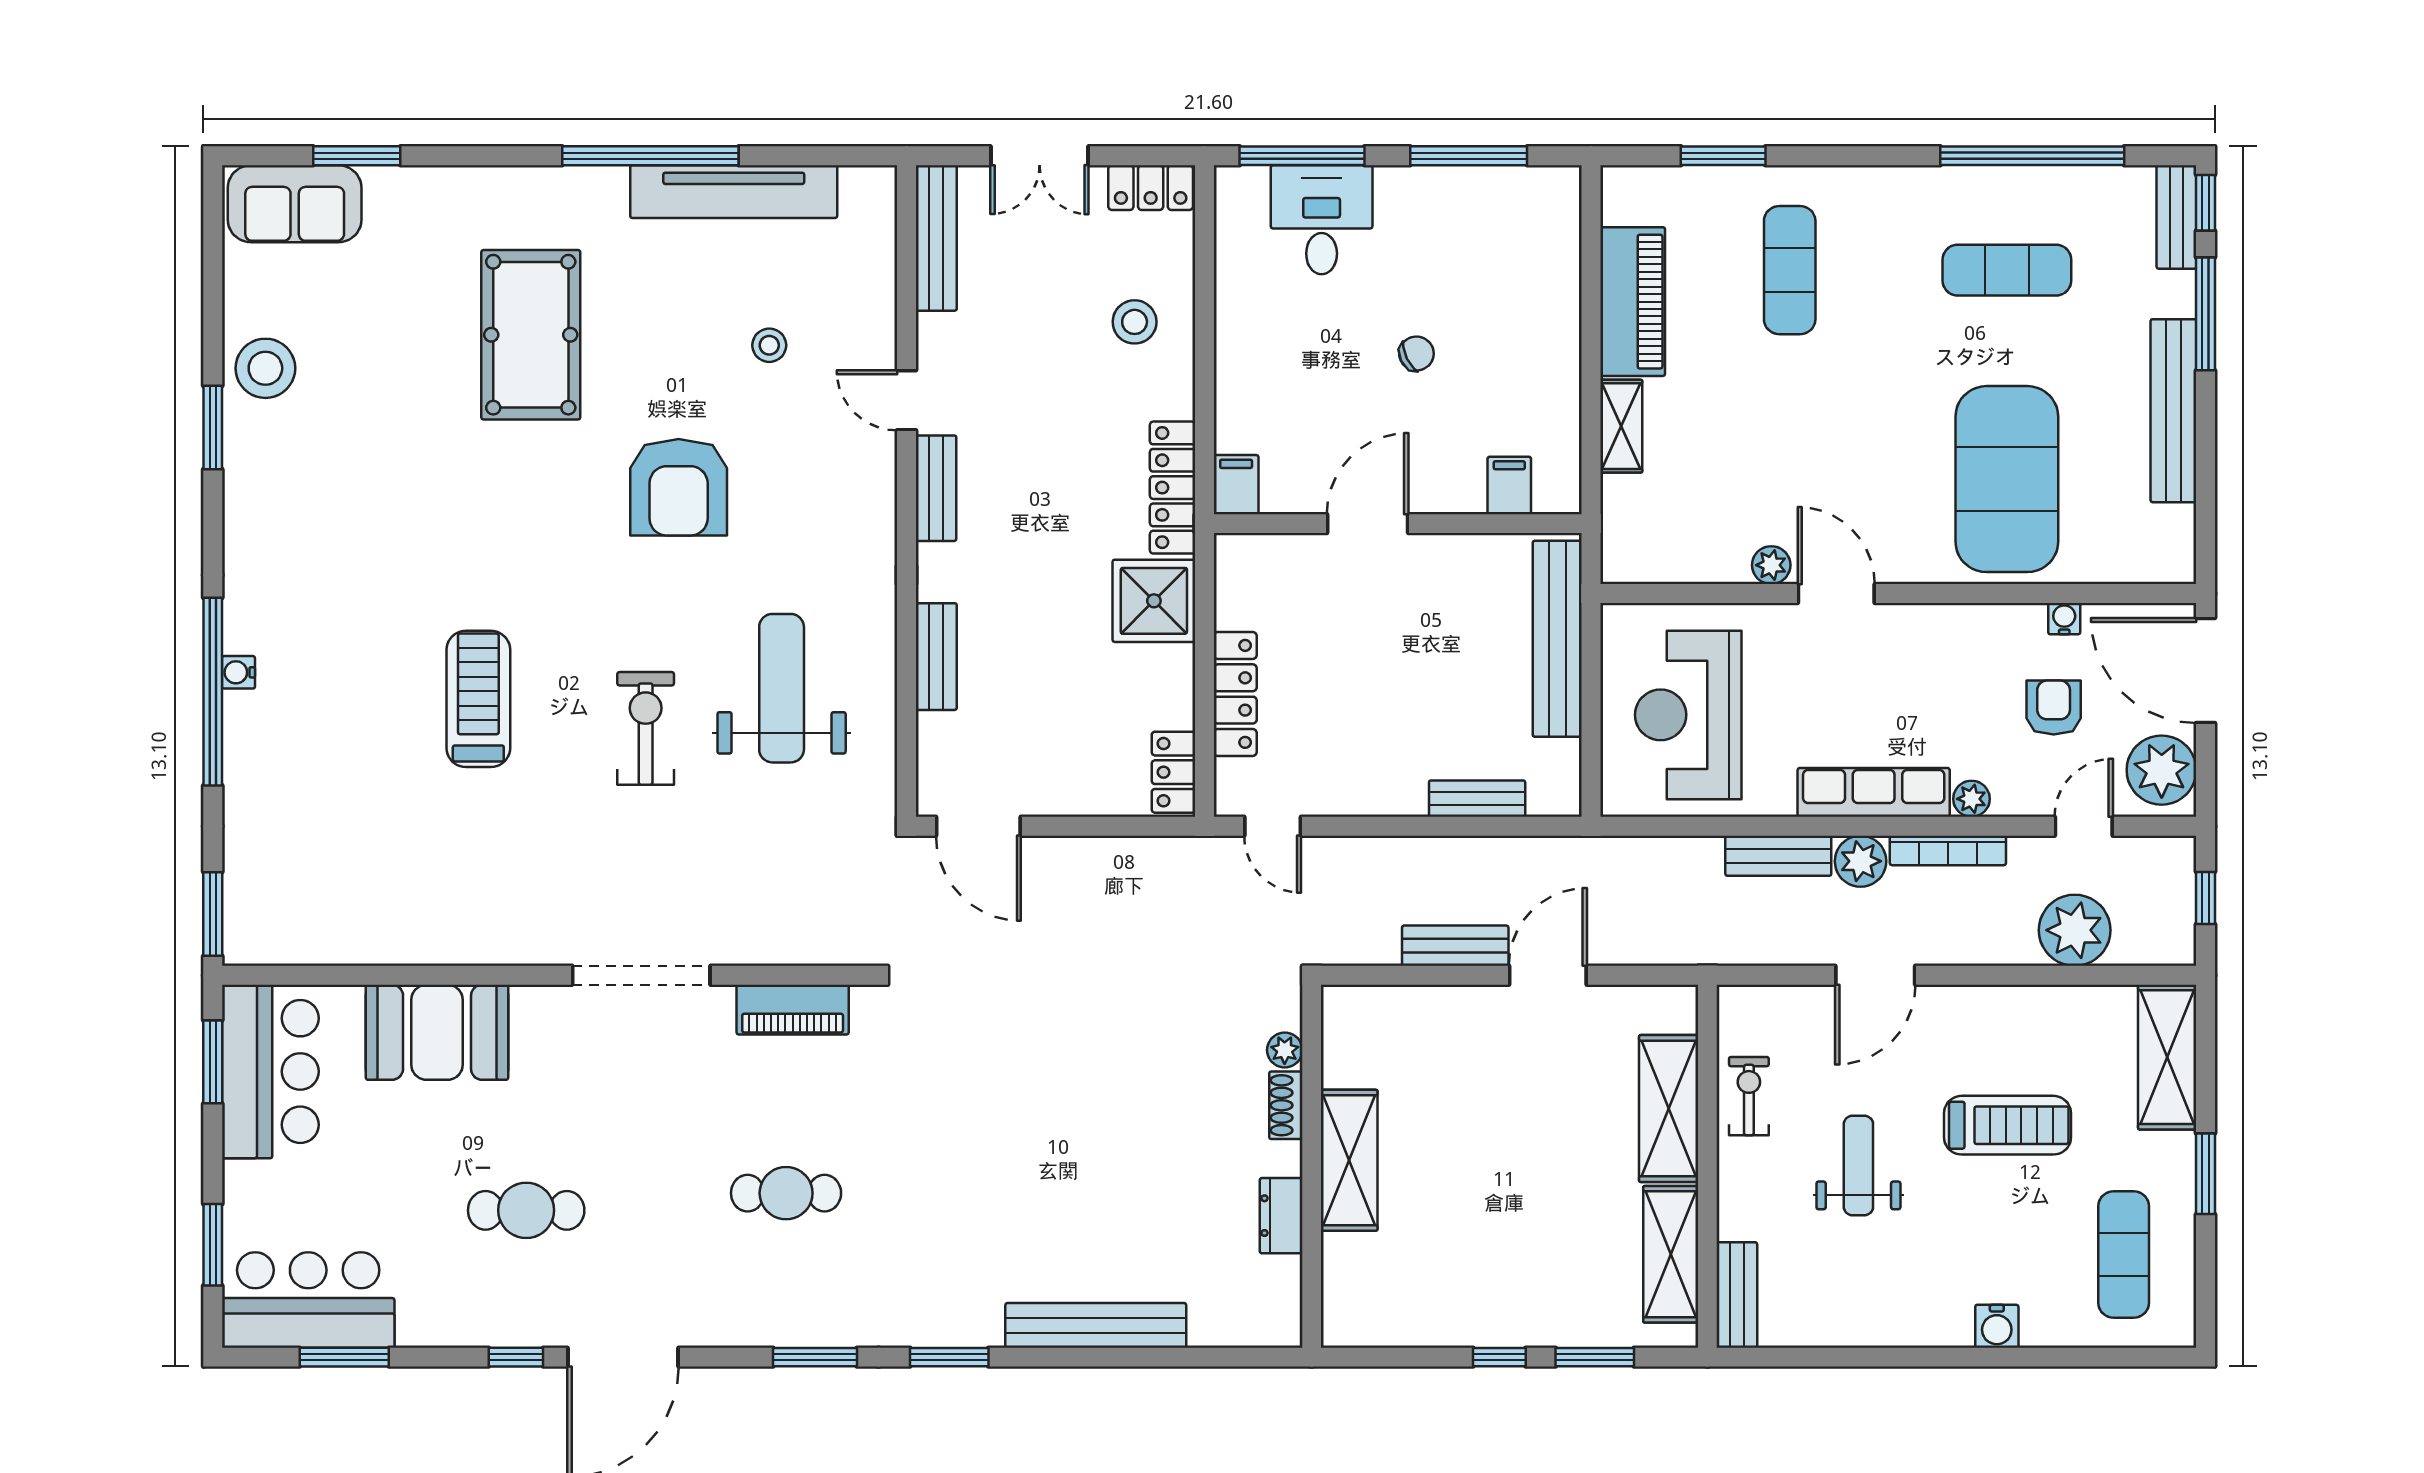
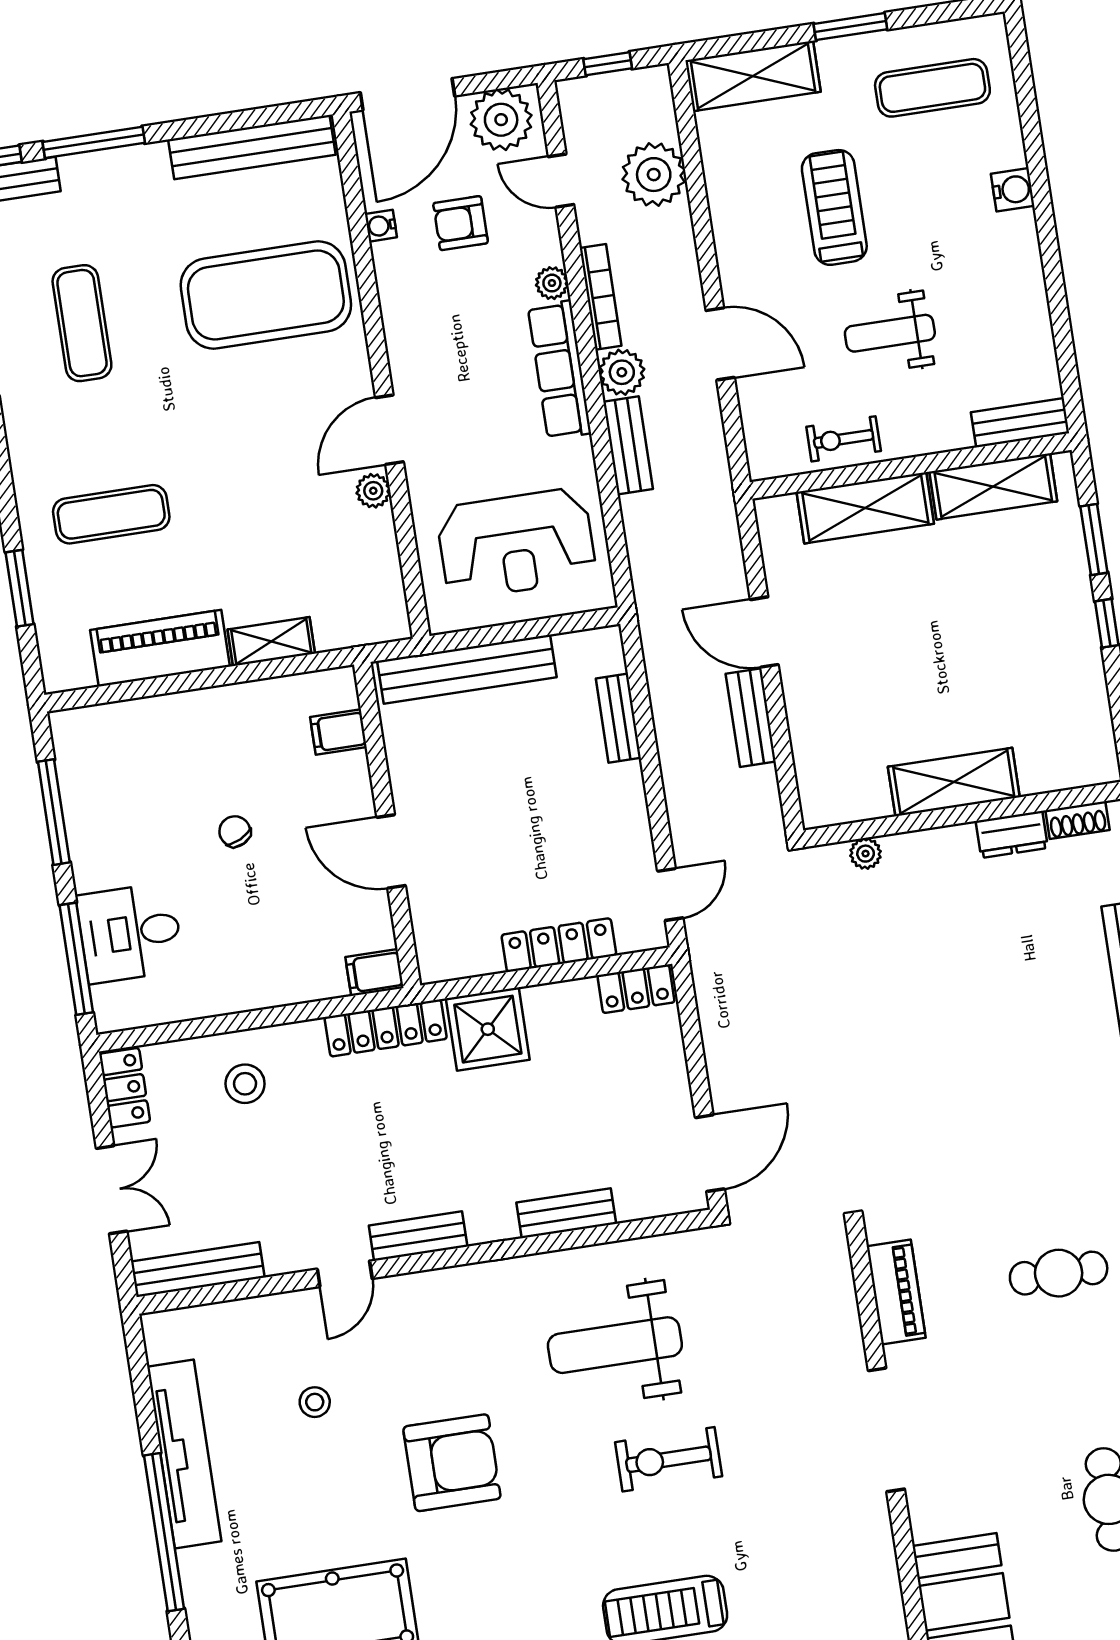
bench: (2173, 411) -> (252, 147), moved
shoe rack: (1286, 1105) -> (1077, 820), moved
cafe table: (786, 1193) -> (1059, 1273), turned 90

